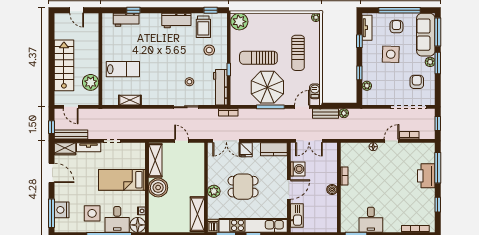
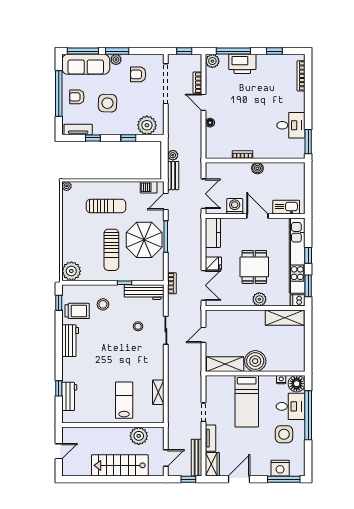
plant: (367, 86) -> (147, 125), width x1.87, depth x1.87
door: (302, 107) -> (166, 201), hinge flipped
plant: (429, 149) -> (212, 61), added

